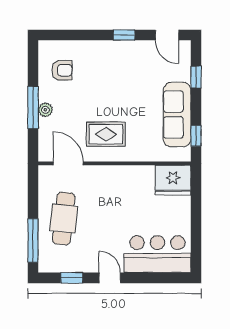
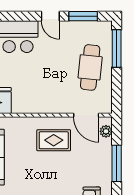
plant: (45, 110) -> (106, 131), moved
window: (72, 278) -> (83, 16), width x1.50

